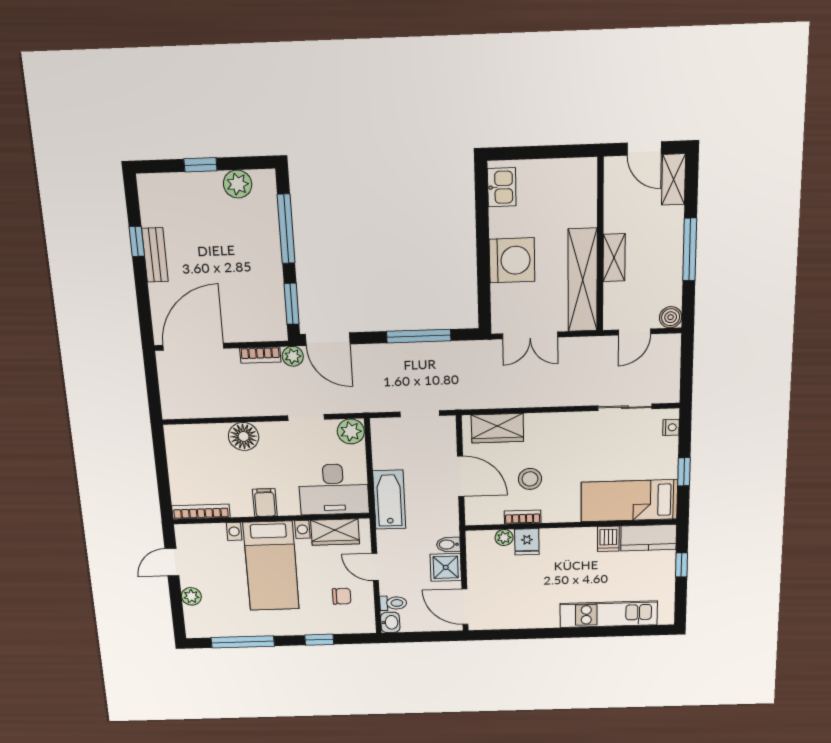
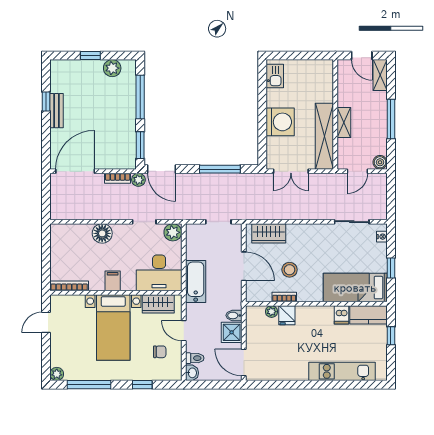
plant: (191, 596) -> (57, 374), moved

